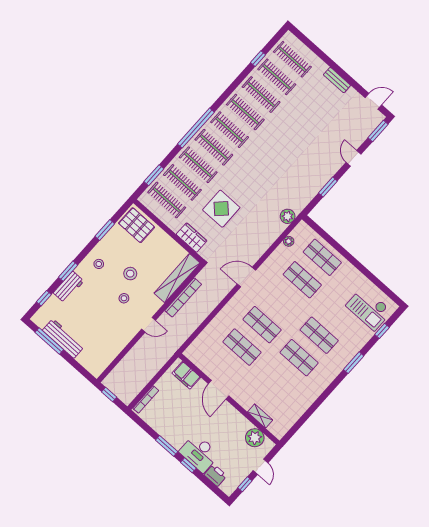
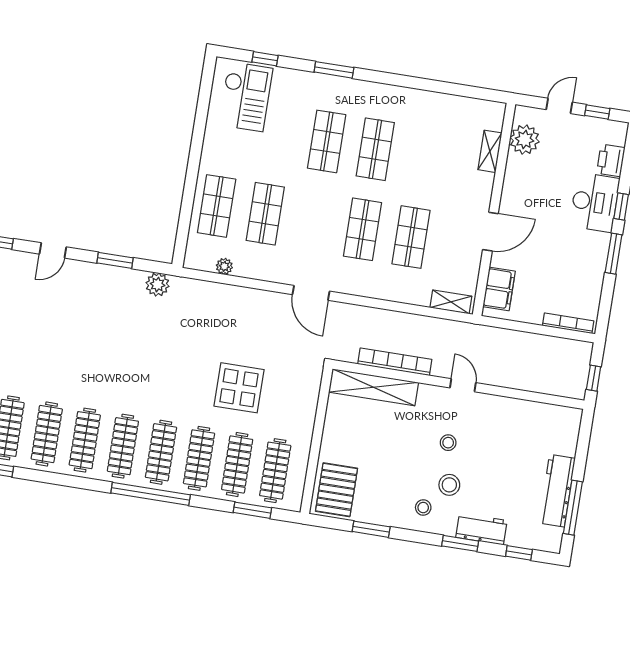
plant: (288, 216) -> (158, 285), moved
wardrobe: (192, 238) -> (305, 403), removed
stool: (130, 274) -> (449, 485), moved
shelving: (195, 346) -> (451, 302), added

